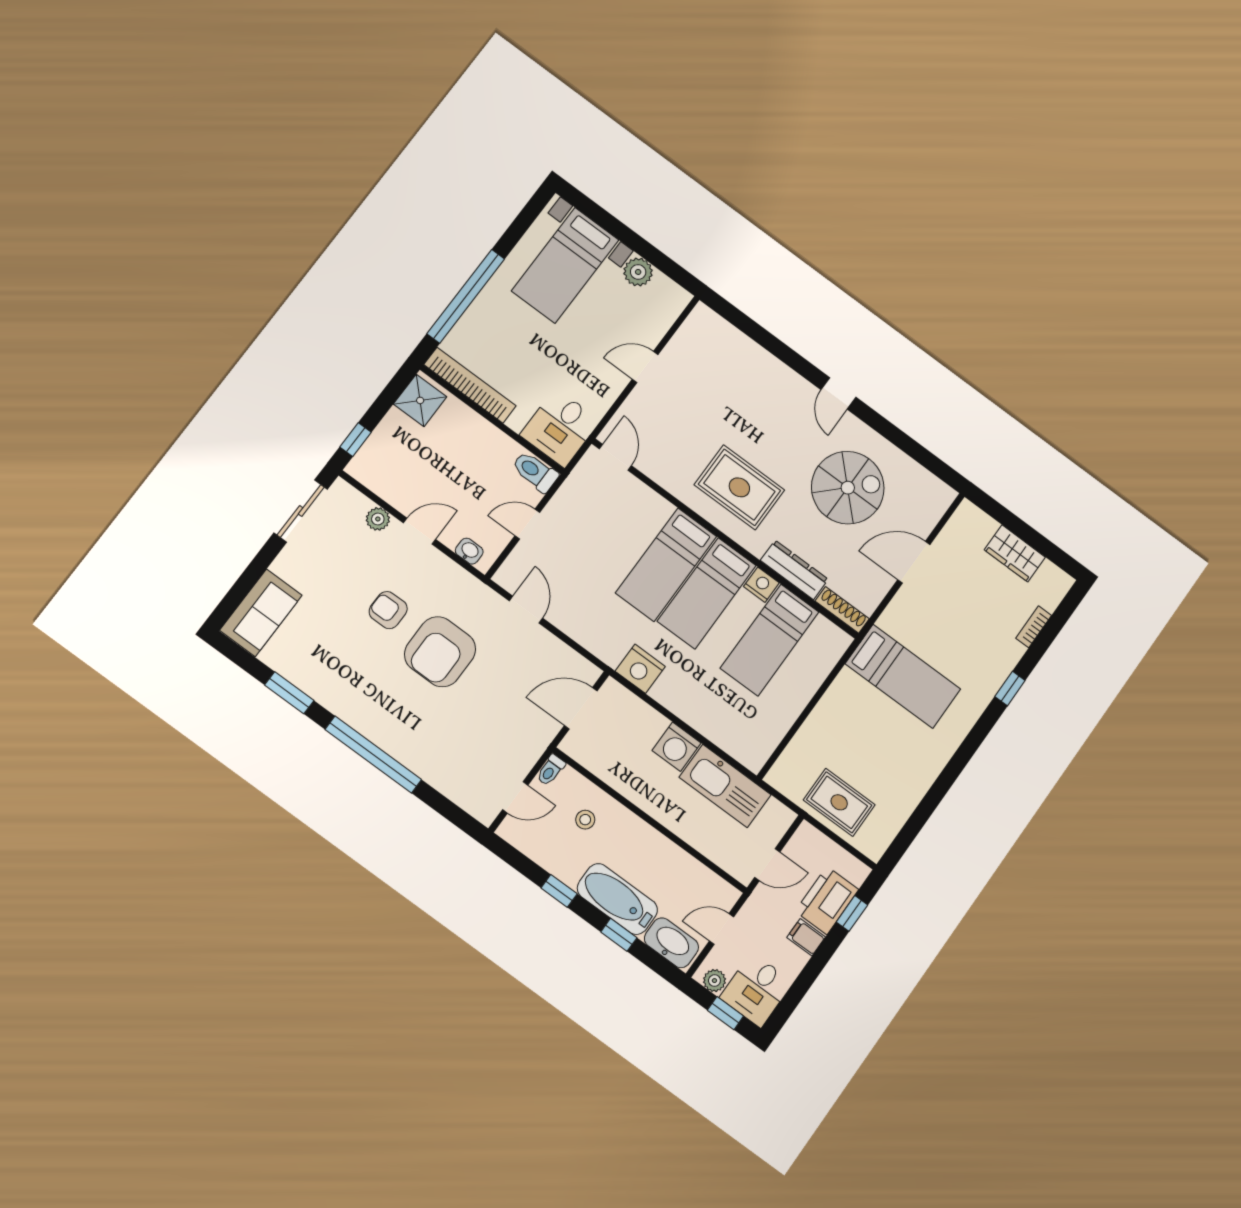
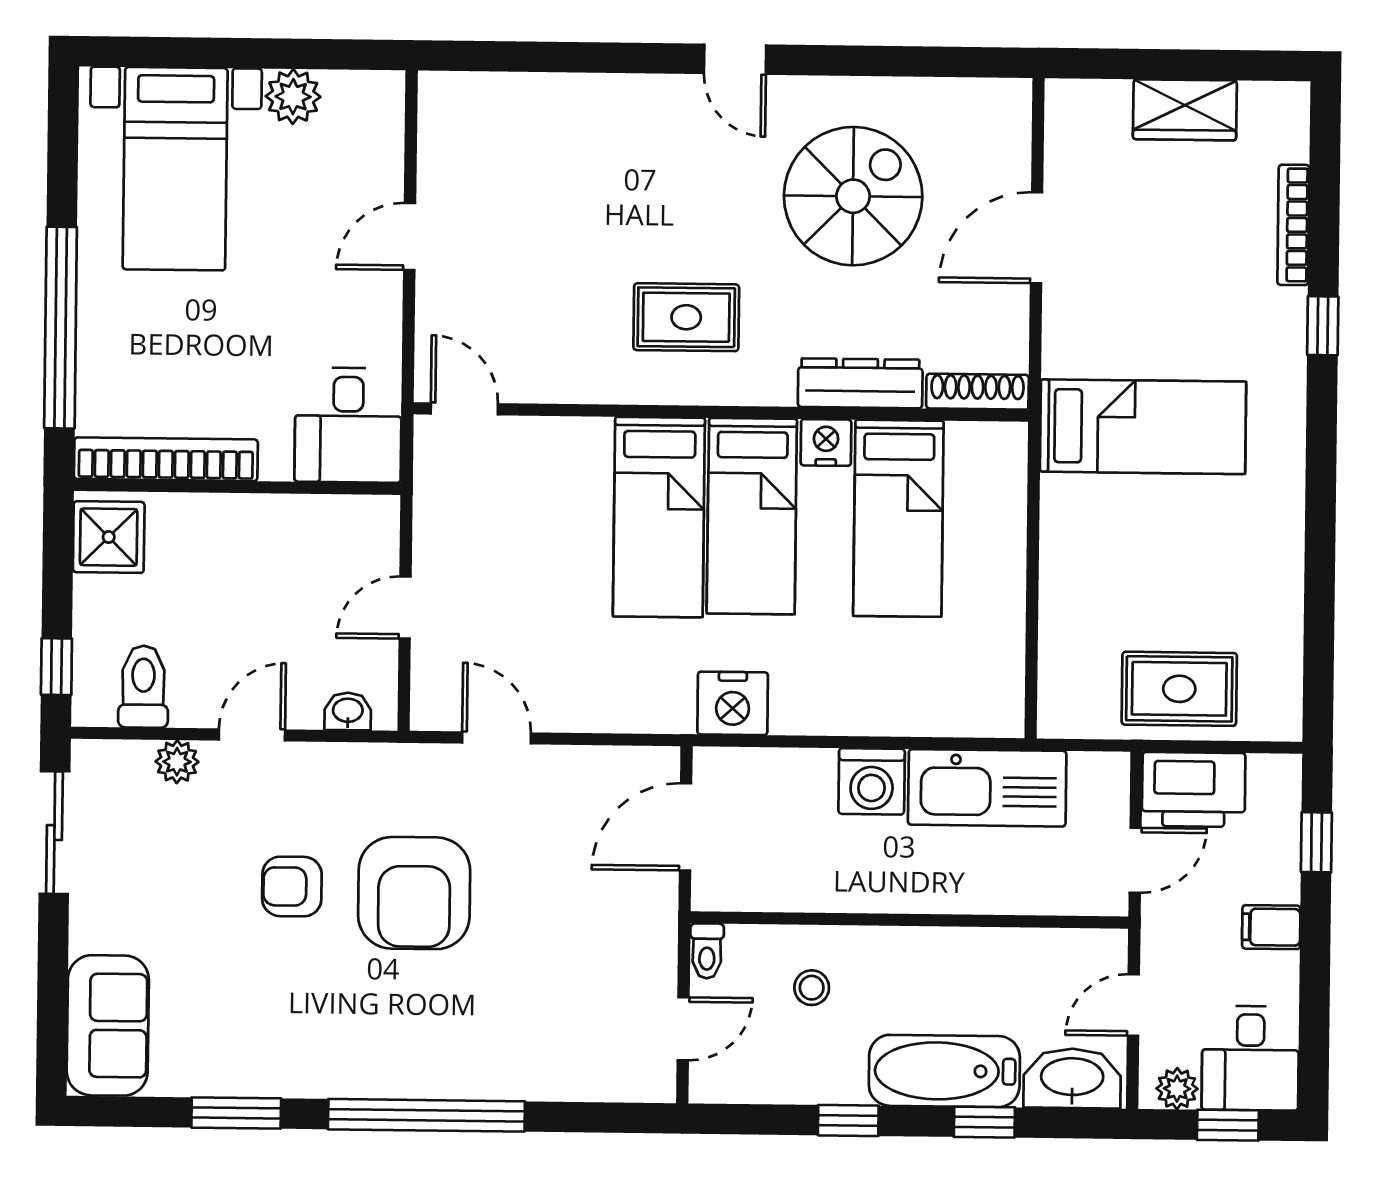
toilet: (535, 472) -> (143, 687), moved, turned 90
rug: (739, 487) -> (686, 317), width x0.73, depth x0.70
bookcase: (1034, 627) -> (1293, 225), width x1.56
printer: (827, 900) -> (1194, 789), moved, turned -90

